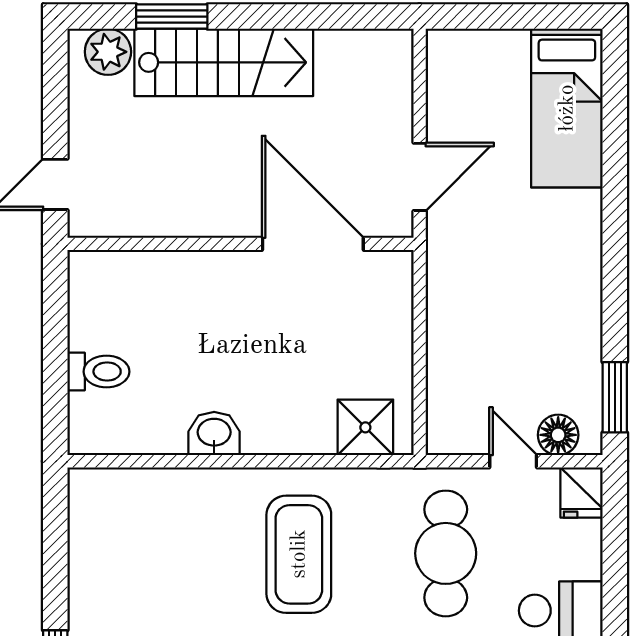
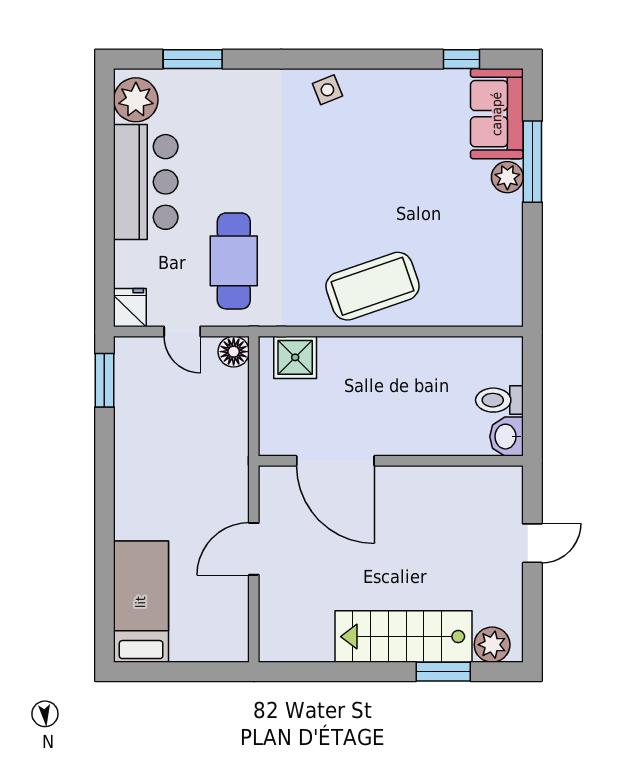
wall: (240, 244) -> (391, 461), moved
door: (313, 244) -> (335, 461), moved
washbasin: (214, 434) -> (506, 437), moved, turned 90
floor lamp: (558, 435) -> (234, 352), moved
coffee table: (299, 554) -> (372, 286), moved, turned 71

